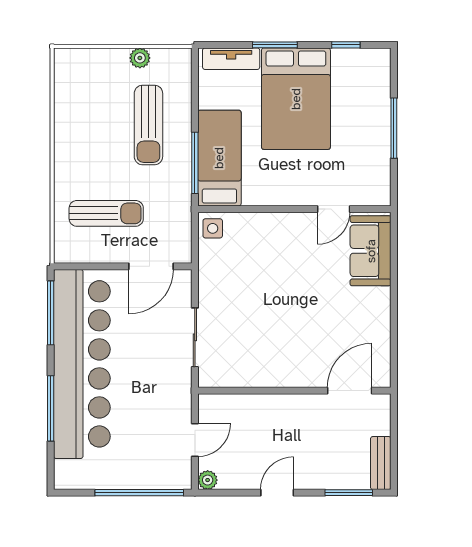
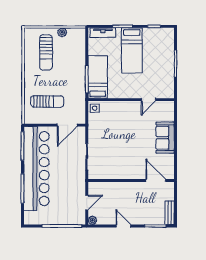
bed: (296, 99) -> (132, 50), width x0.67
sun lounger: (148, 125) -> (46, 52), moved
sofa: (371, 251) -> (165, 138), moved
door: (350, 391) -> (156, 181), hinge flipped
door: (277, 493) -> (123, 226), hinge flipped

